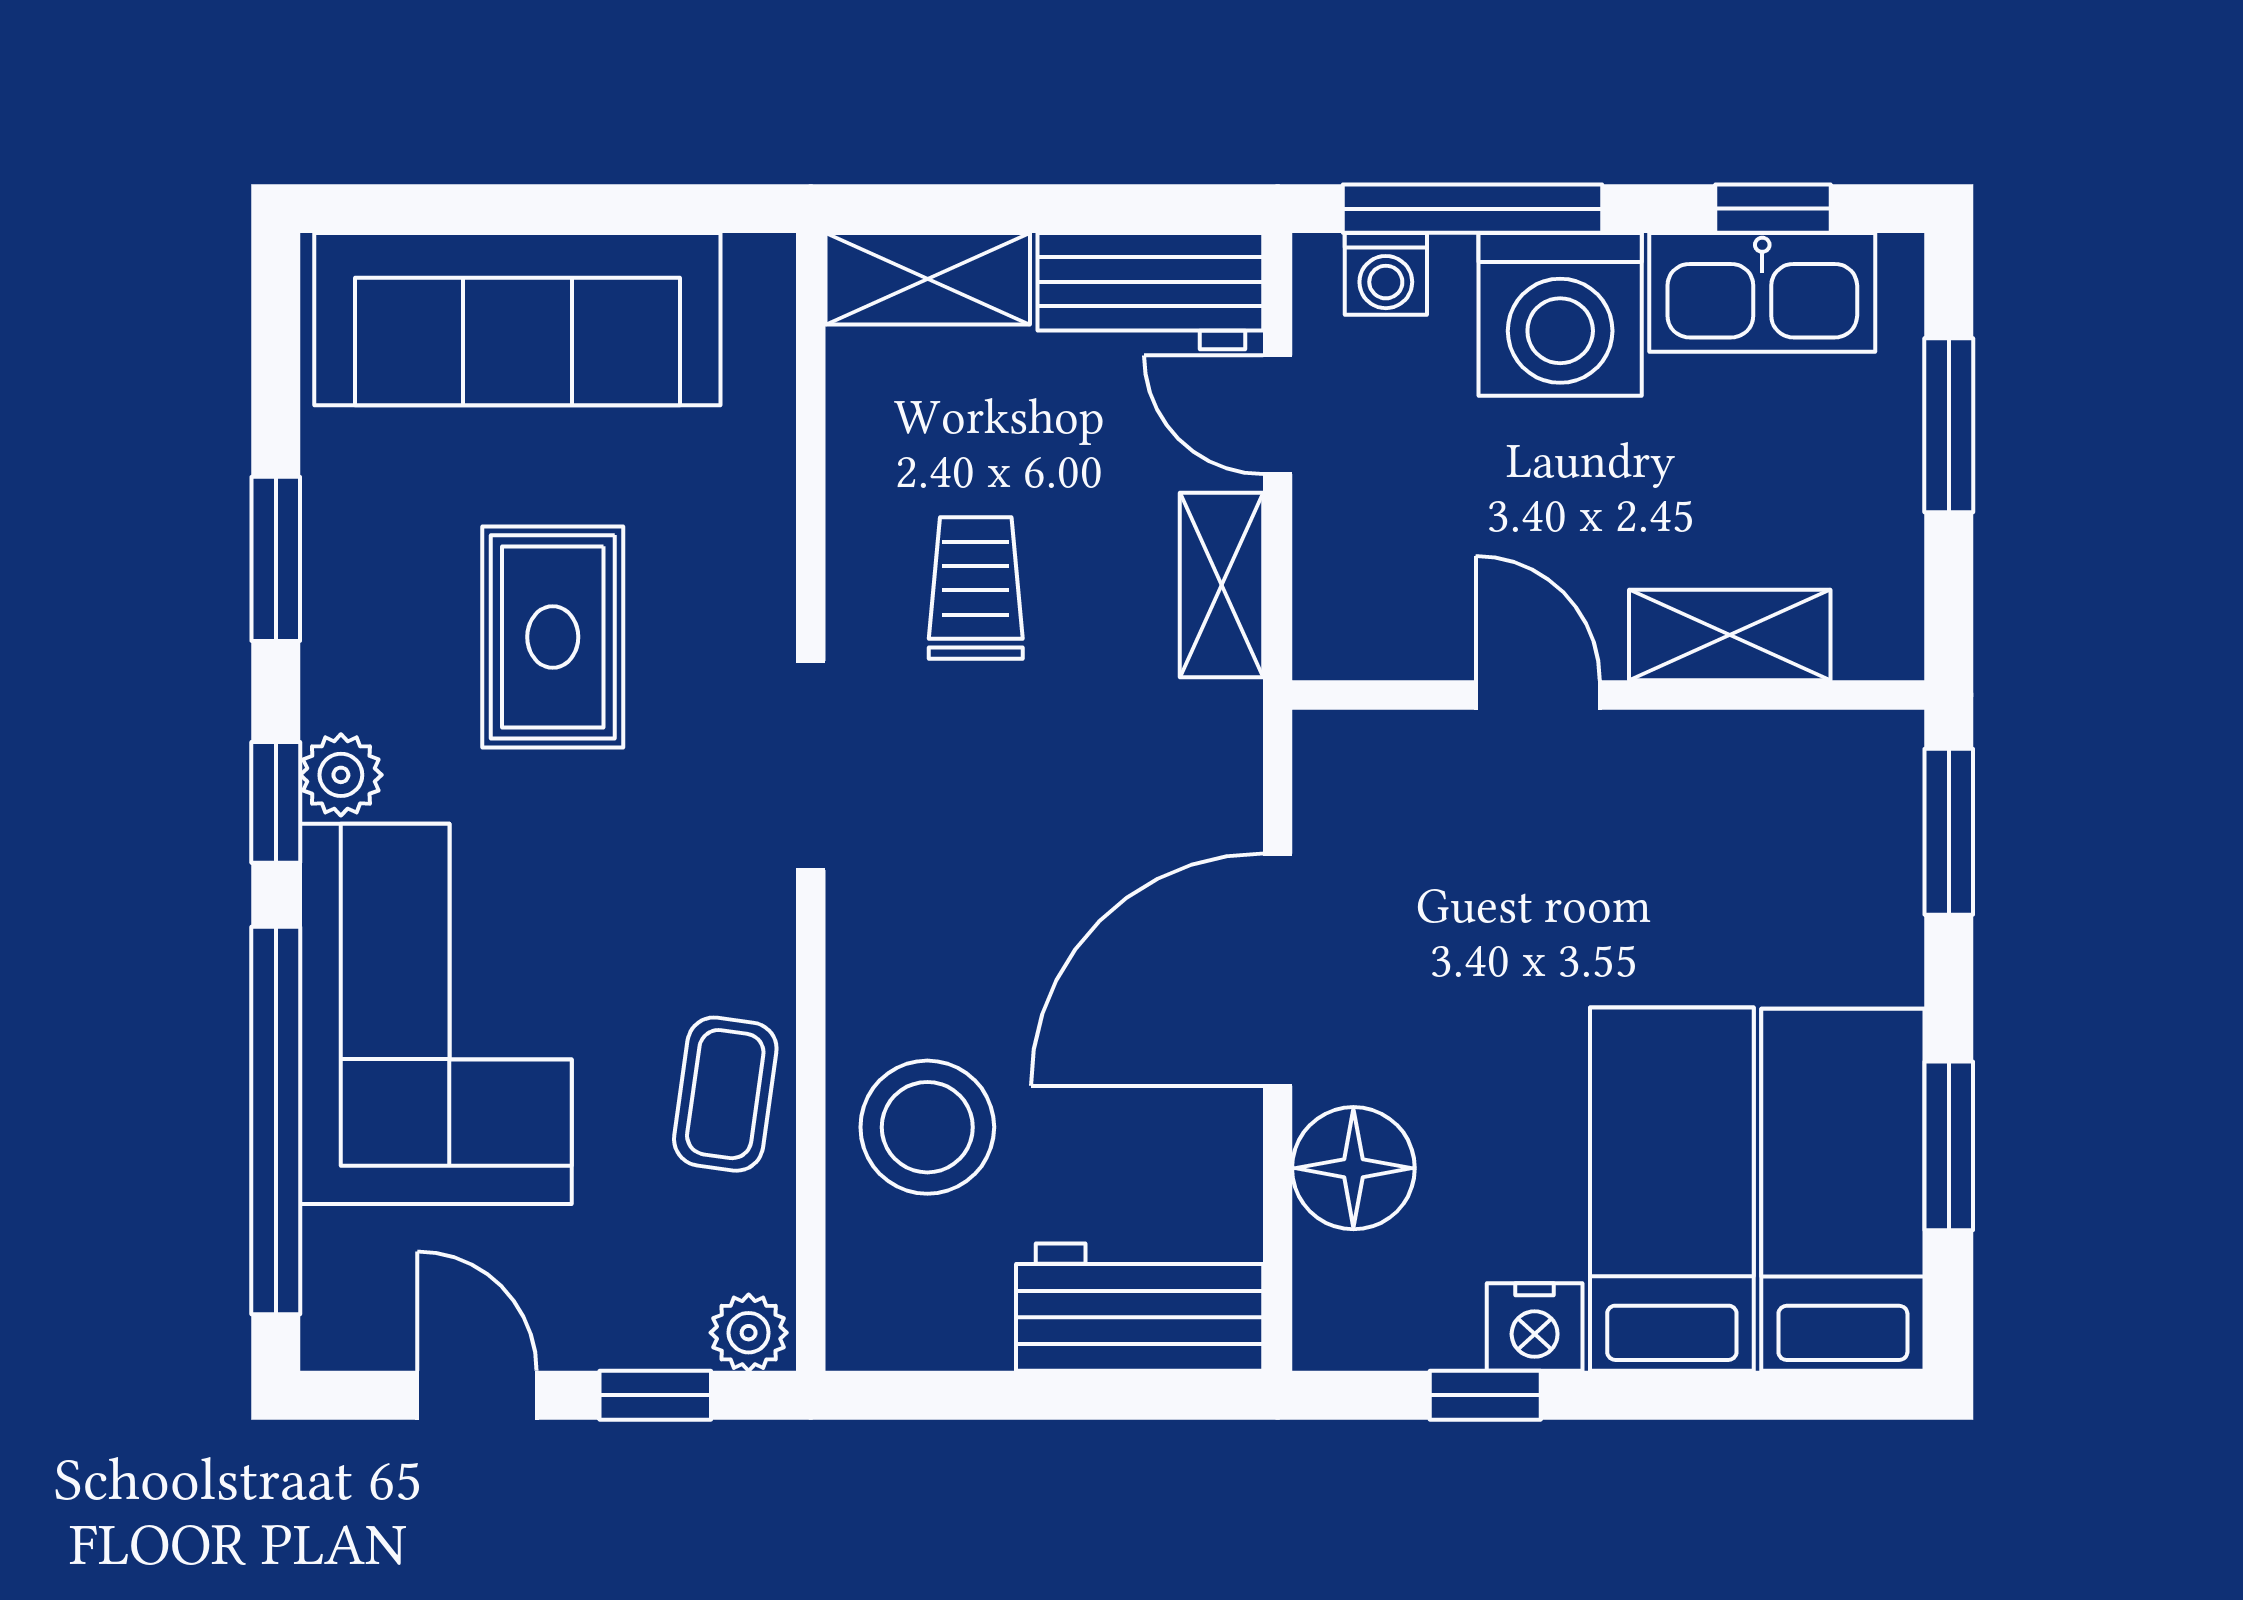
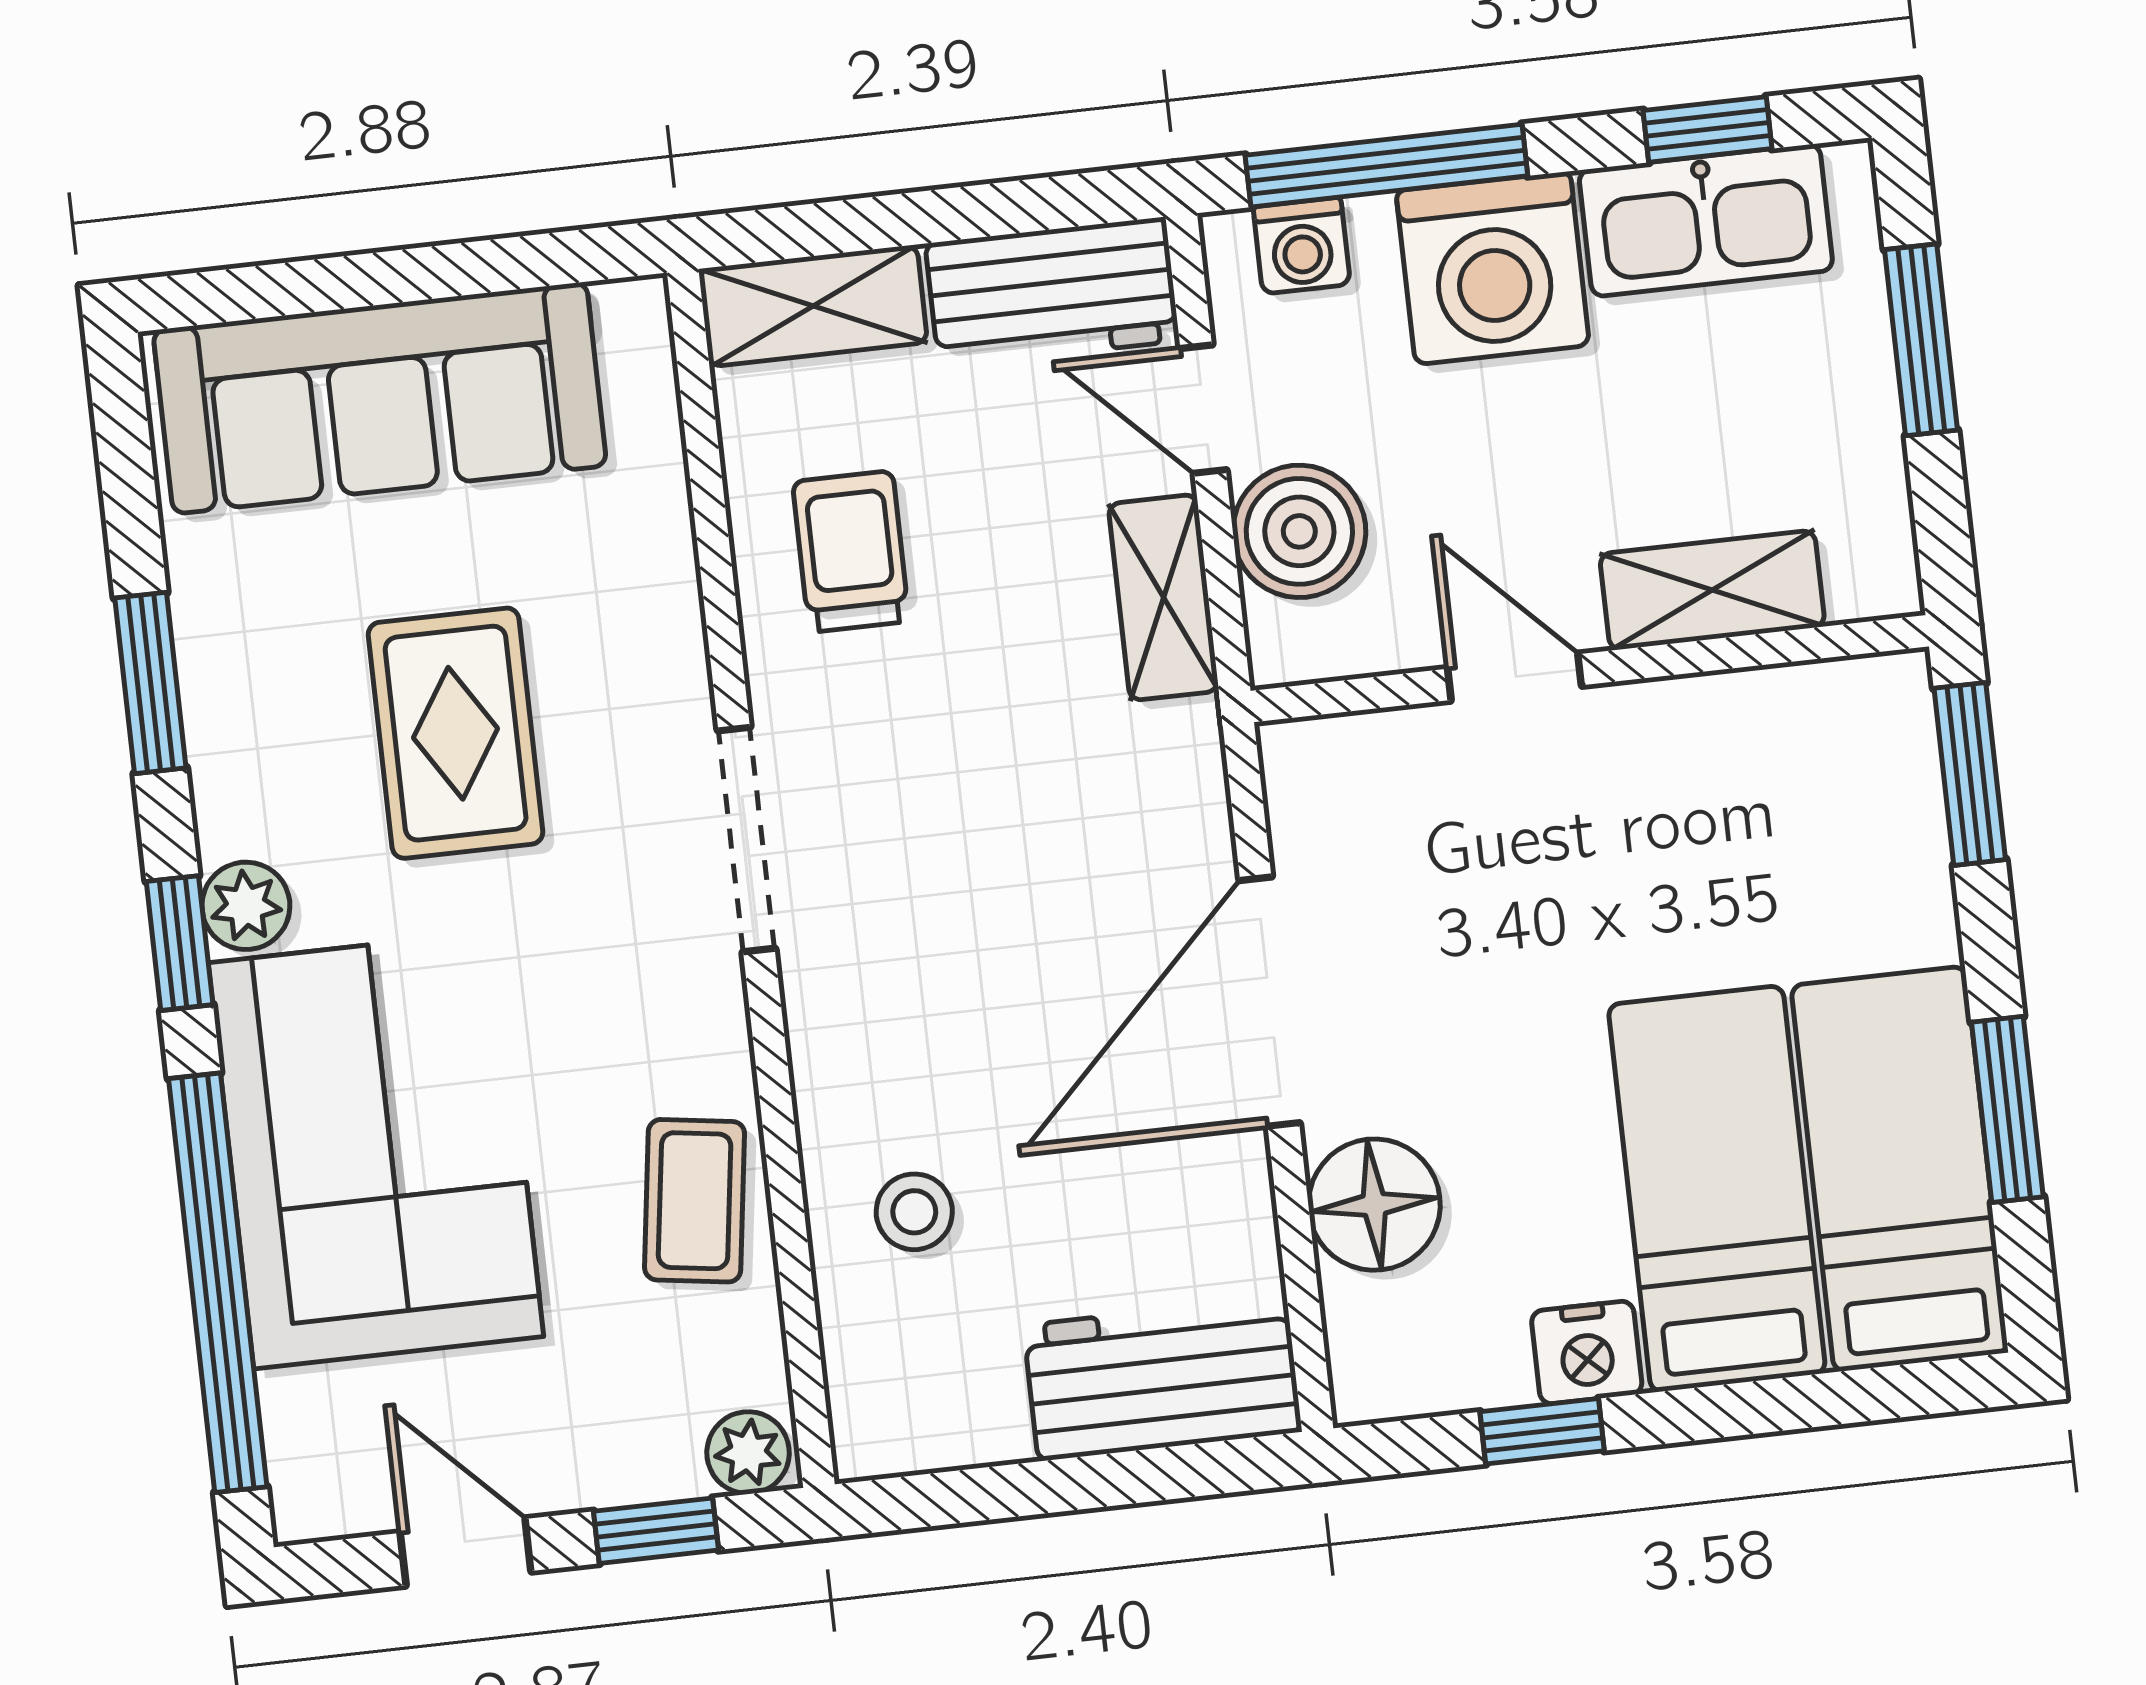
boiler: (1354, 538) -> (1299, 531), added
trolley: (976, 588) -> (851, 551), moved
stool: (927, 1127) -> (914, 1212), width x0.53, depth x0.53

